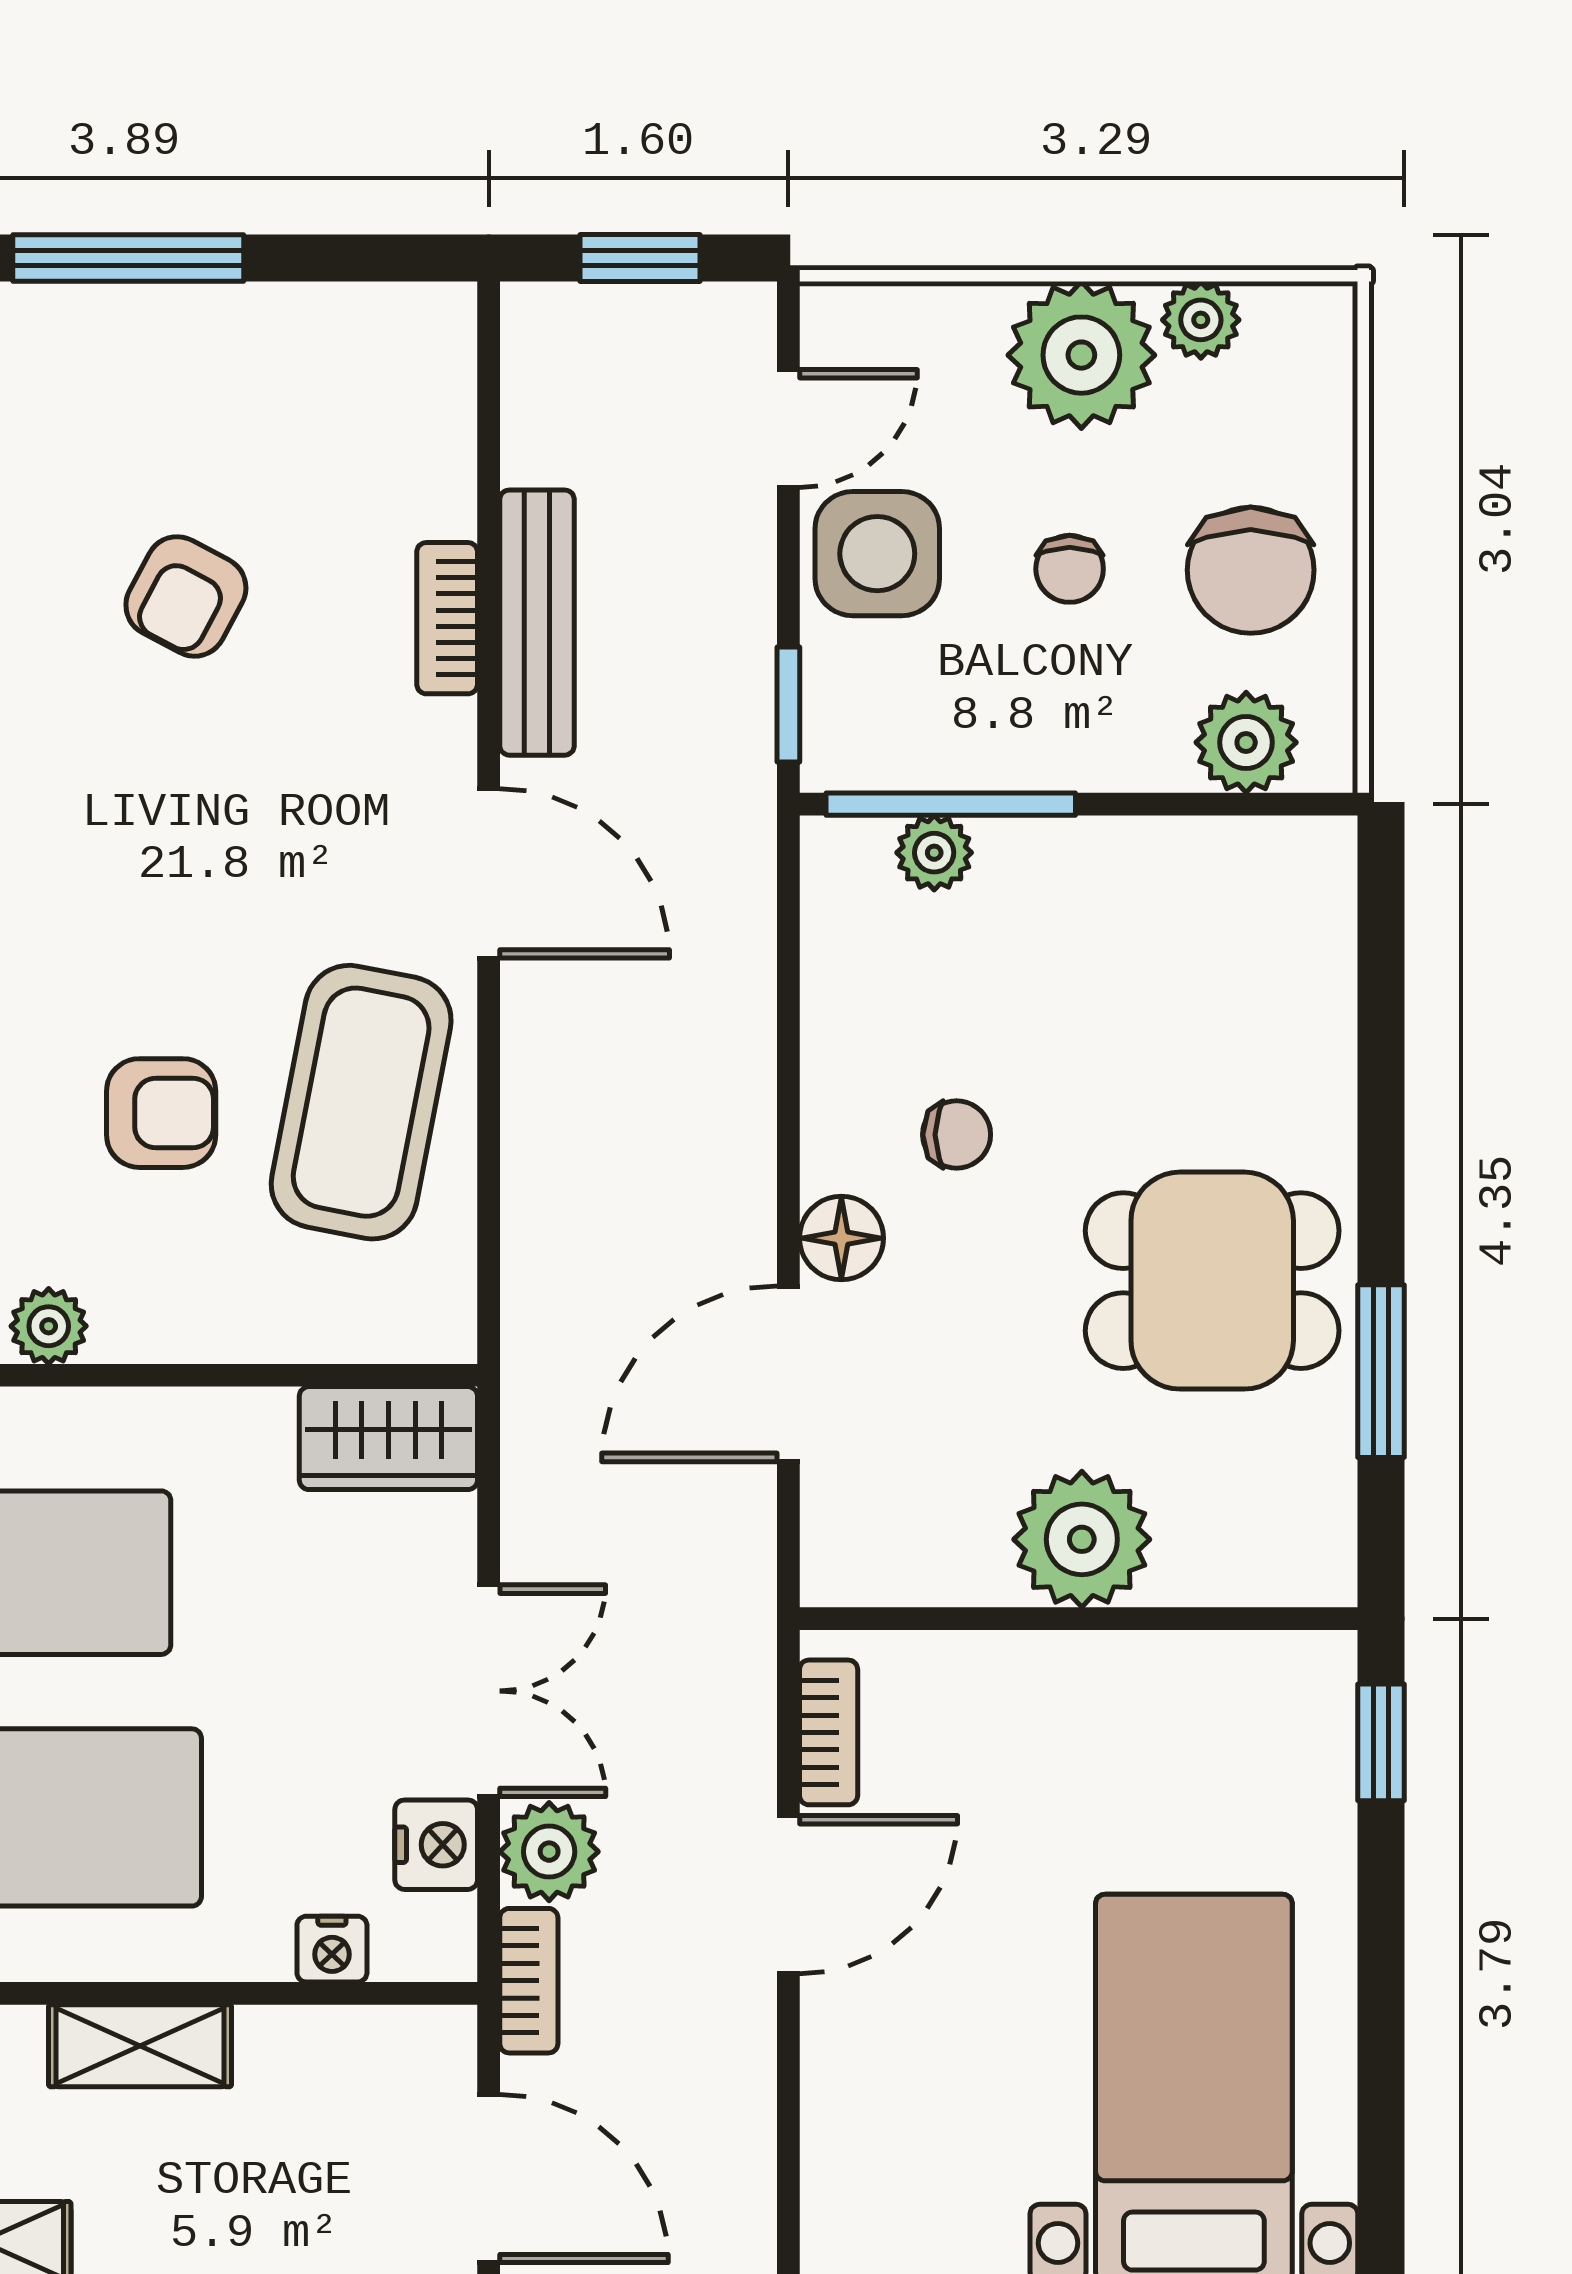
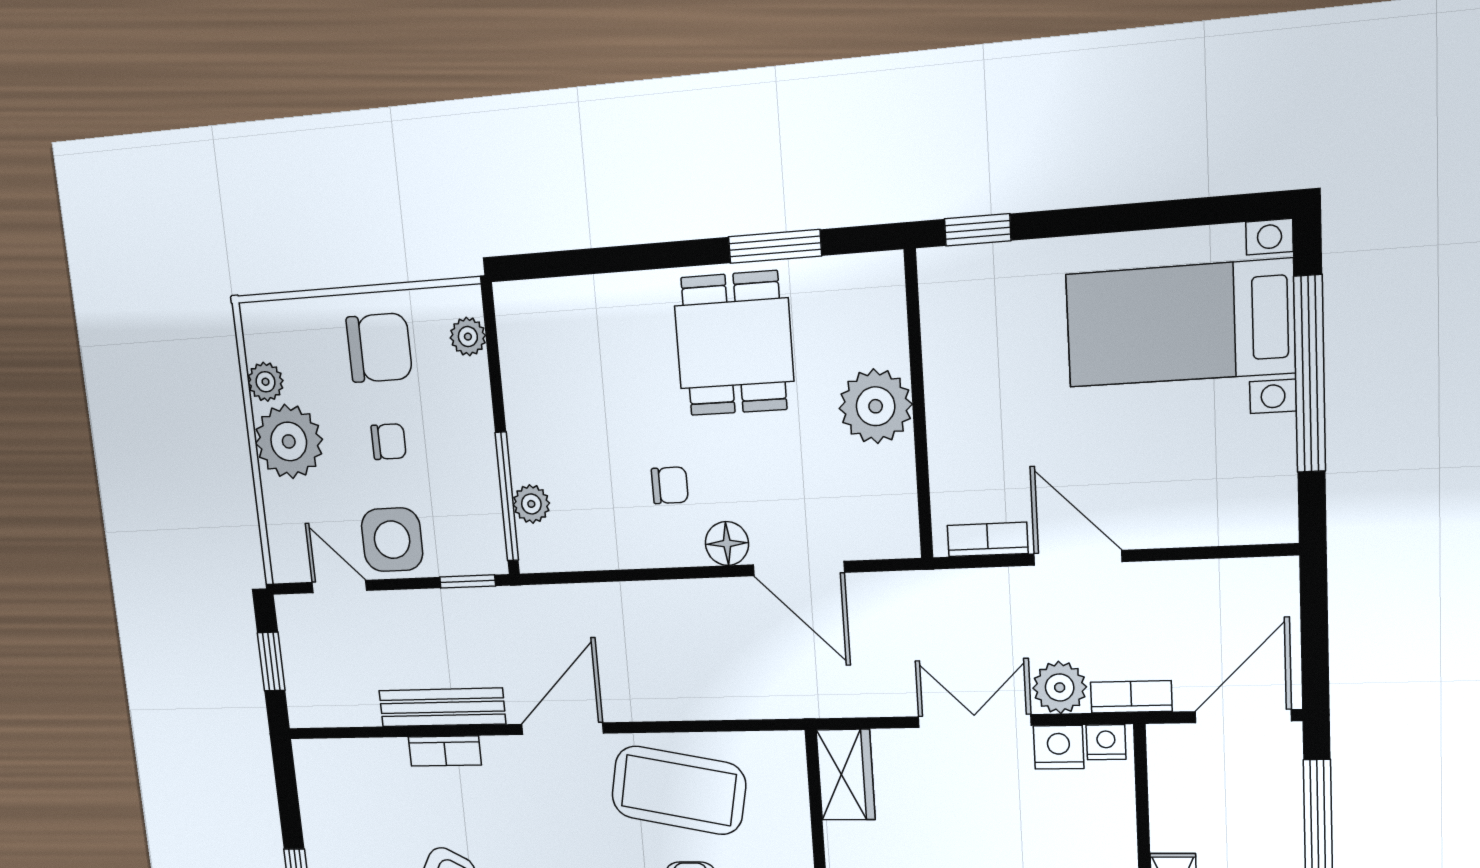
plant: (1246, 742) -> (468, 337), width x0.73, depth x0.73
chair: (957, 1135) -> (670, 485), turned 90
nightstand: (332, 1949) -> (1106, 742), moved, turned -90

